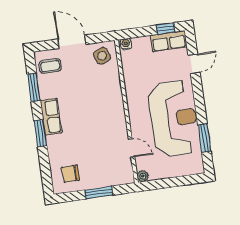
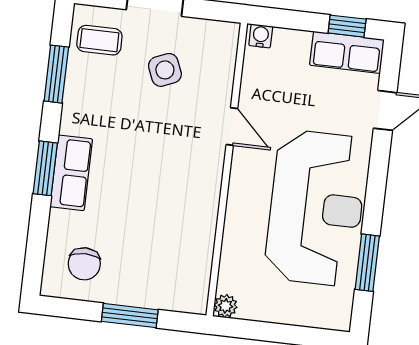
side table: (102, 56) -> (165, 70), moved
row of seats: (51, 117) -> (71, 173), moved
door: (132, 148) -> (232, 126), moved
chair: (71, 174) -> (84, 264), turned -89

